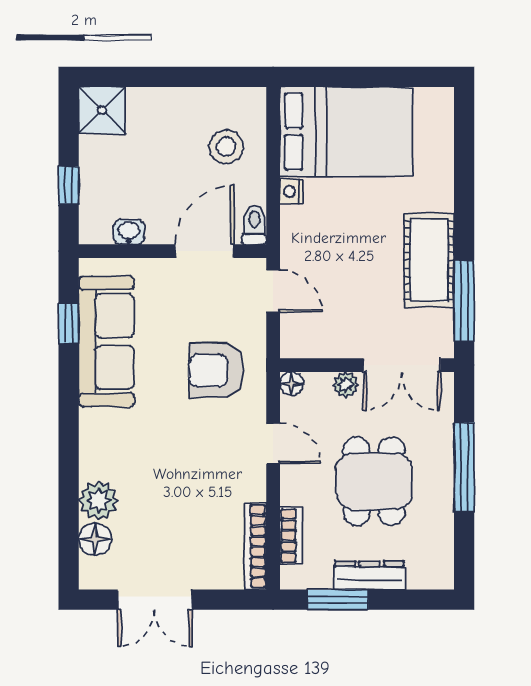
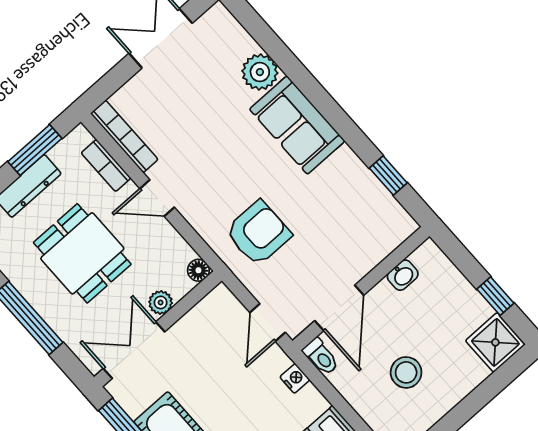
stool: (226, 147) -> (406, 372), moved
window: (69, 185) -> (495, 296), moved
nightstand: (291, 191) -> (295, 378), moved
door: (273, 291) -> (268, 322), hinge flipped
sofa: (106, 342) -> (297, 125), moved, width x0.73
door: (273, 443) -> (157, 198), moved
floor lamp: (95, 539) -> (239, 43), removed

